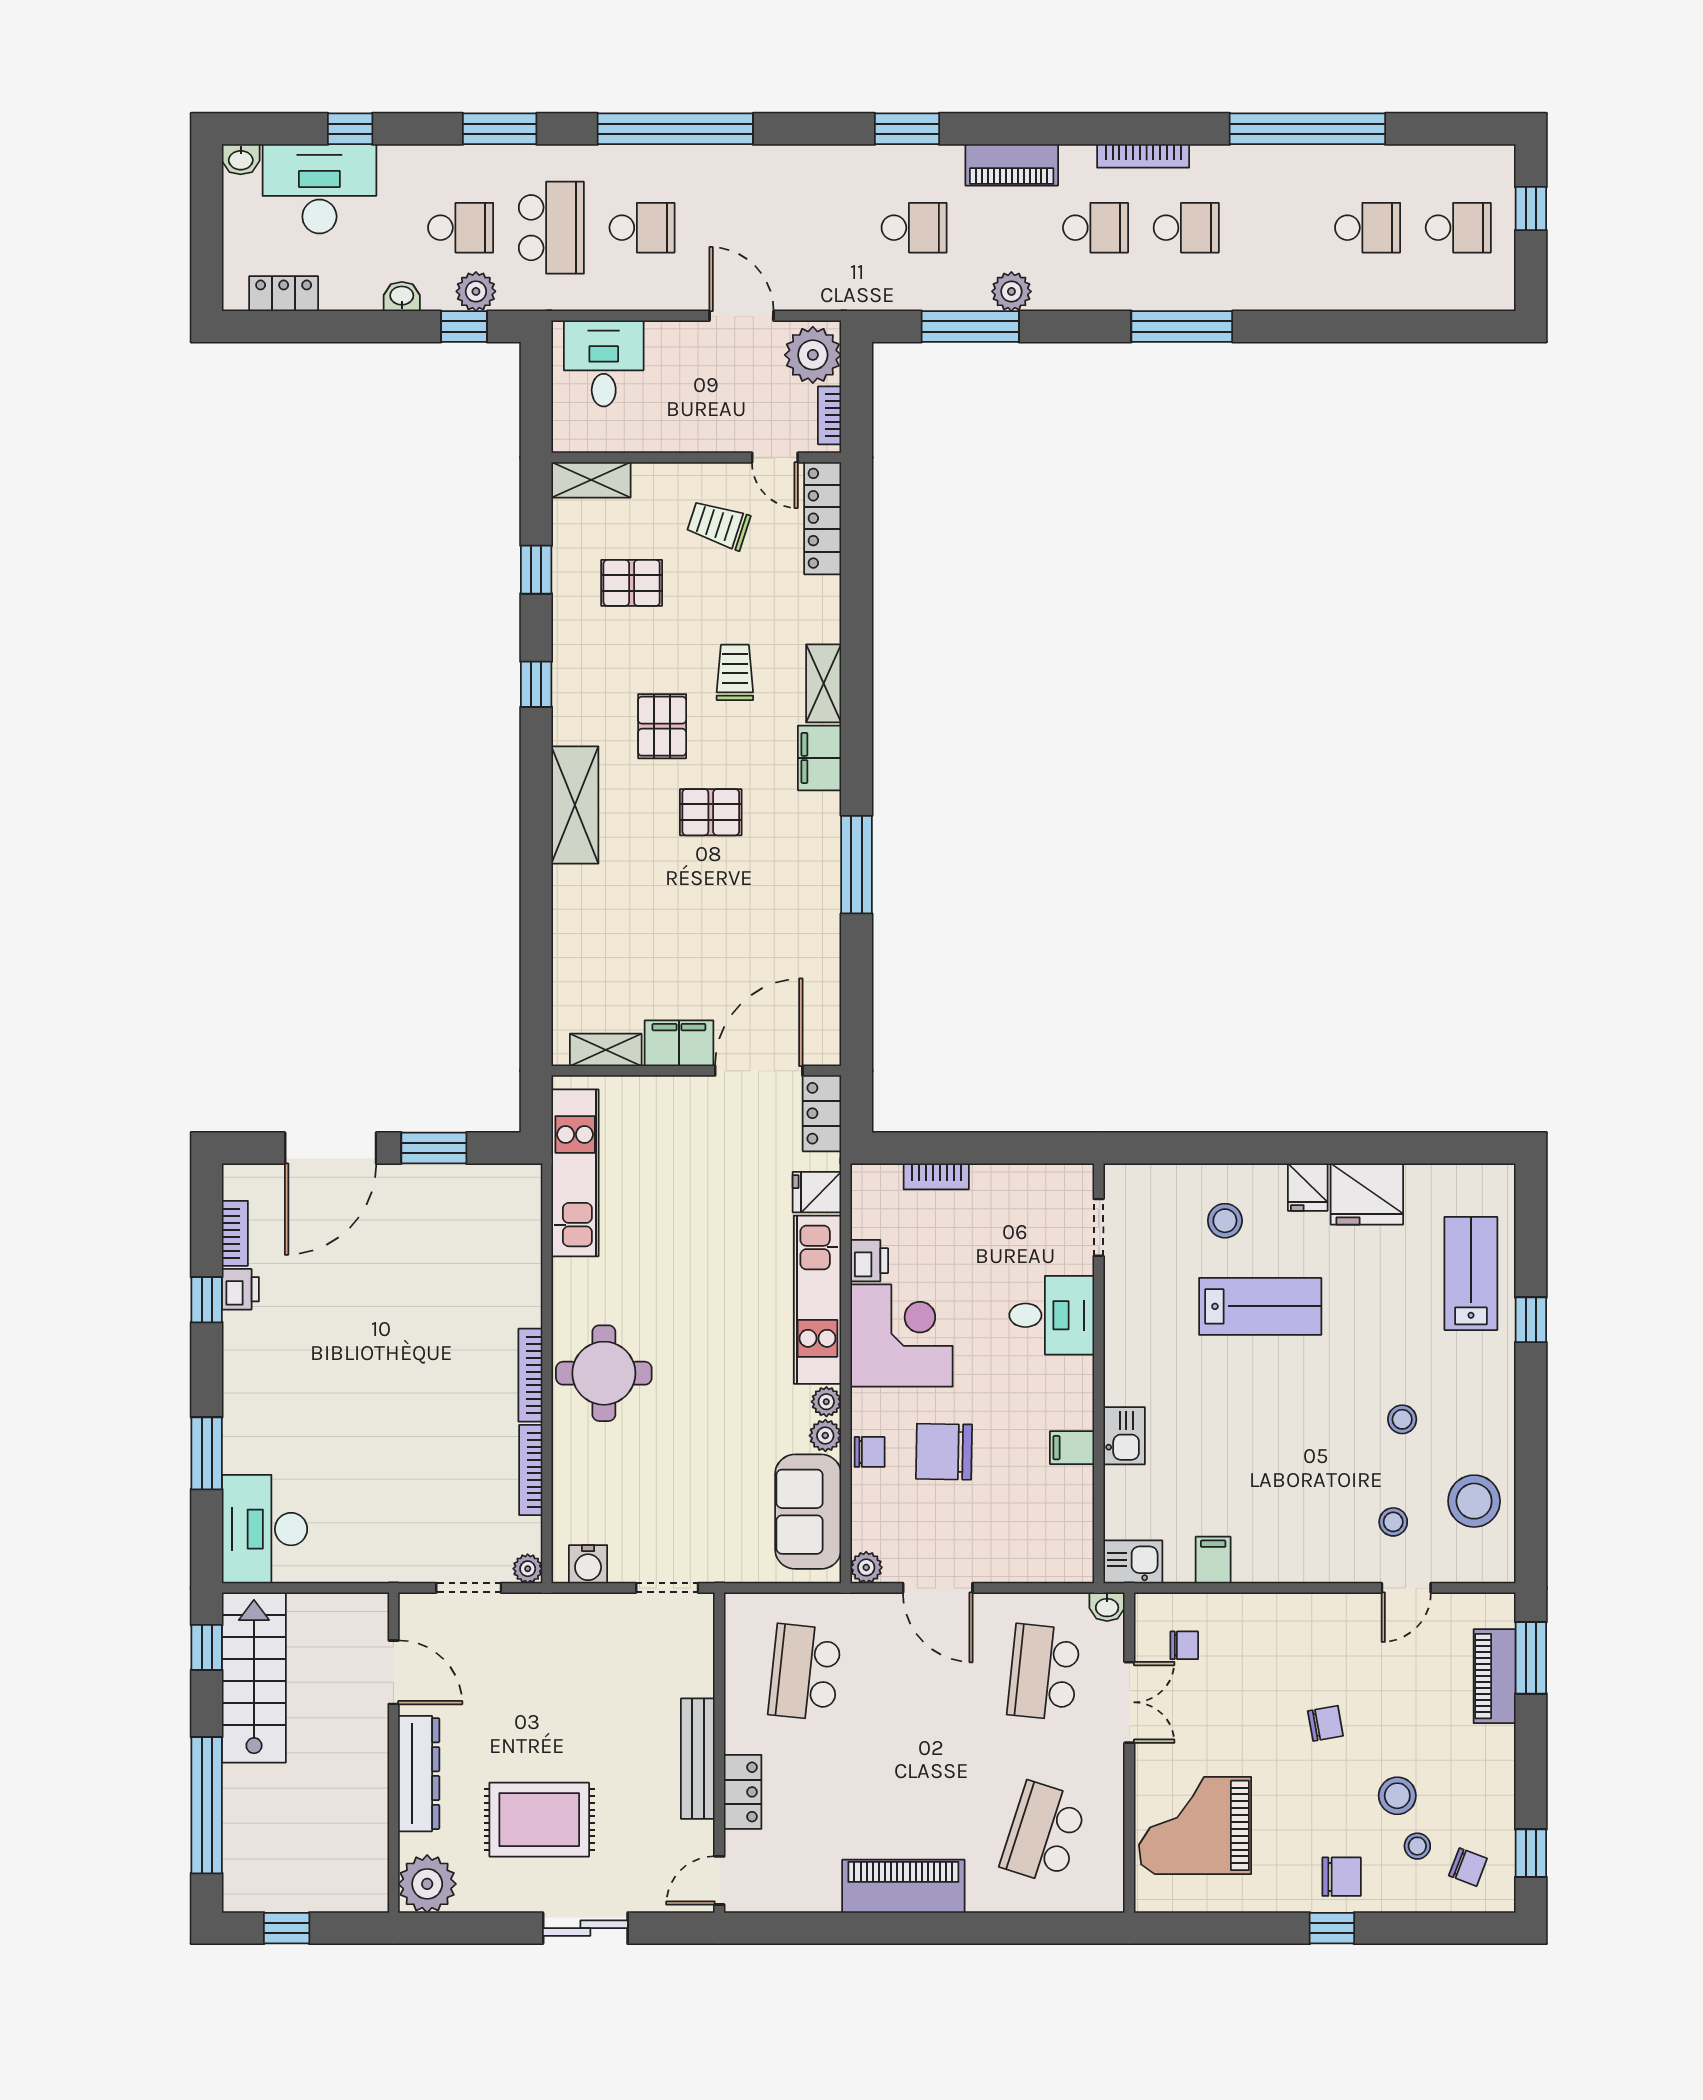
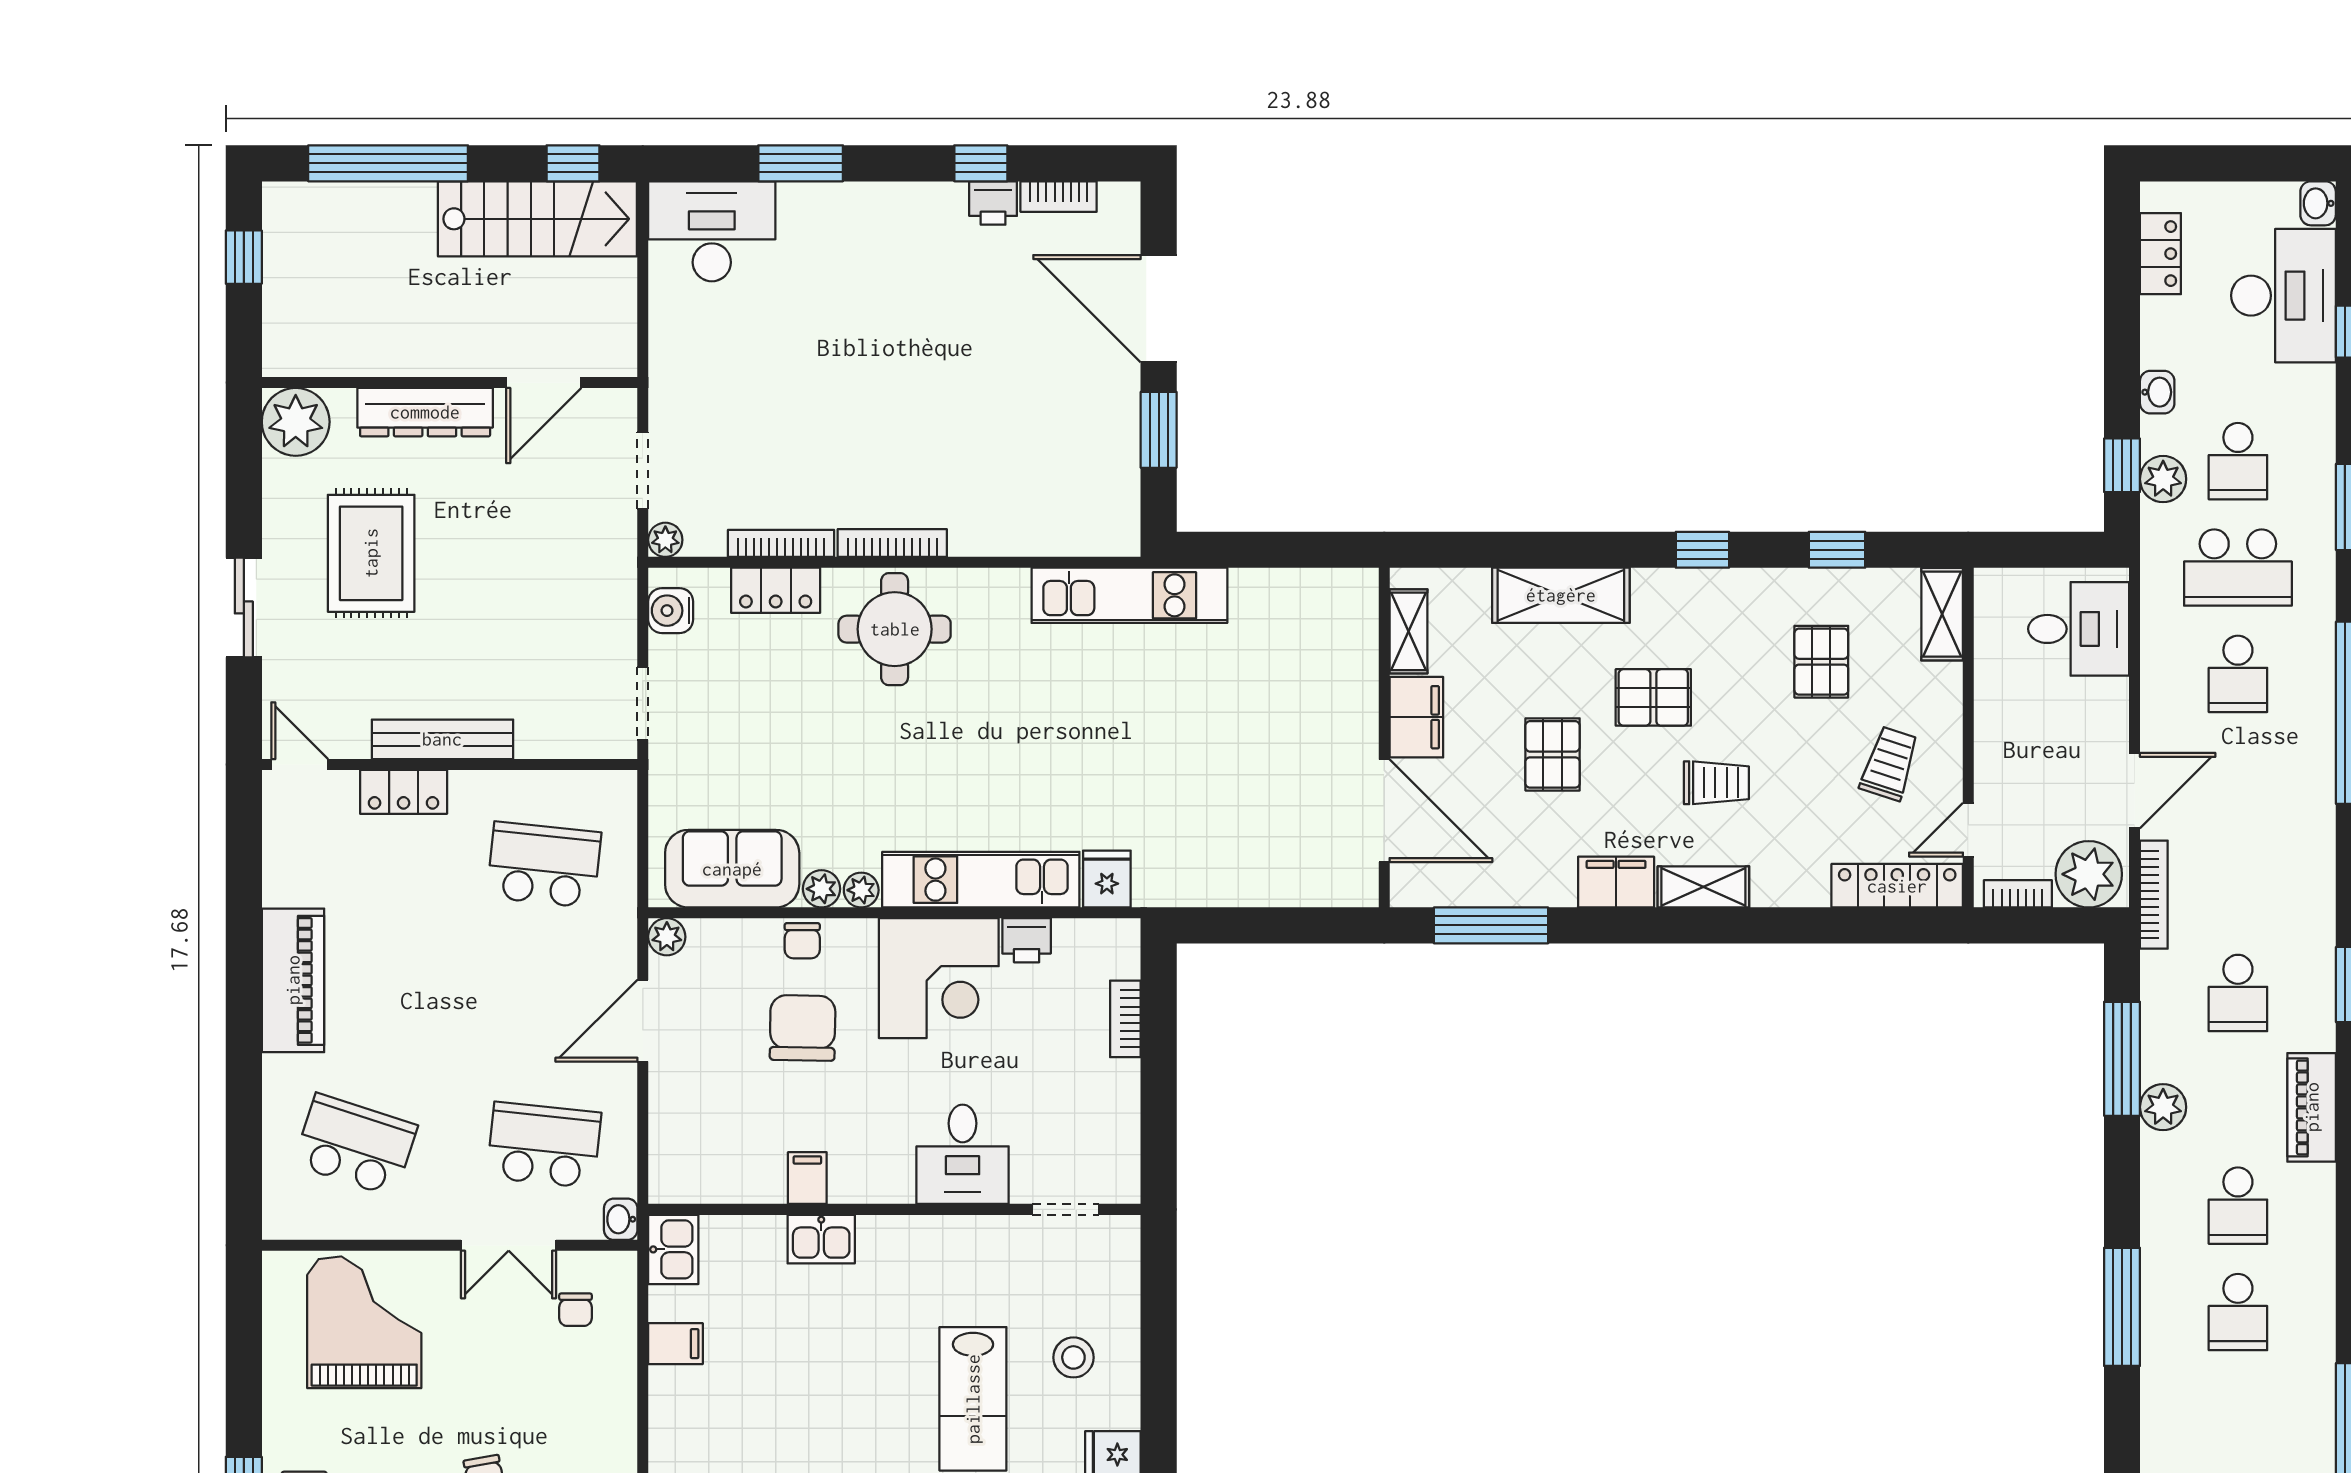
bookcase: (1143, 156) -> (2154, 895), moved, turned 180
filing cabinet: (679, 1043) -> (1416, 717), moved
shelving: (606, 1050) -> (1409, 631), moved
wall: (696, 1071) -> (1384, 738), moved
door: (759, 1071) -> (1384, 811), moved
locker: (822, 1113) -> (776, 590), moved, turned 180

